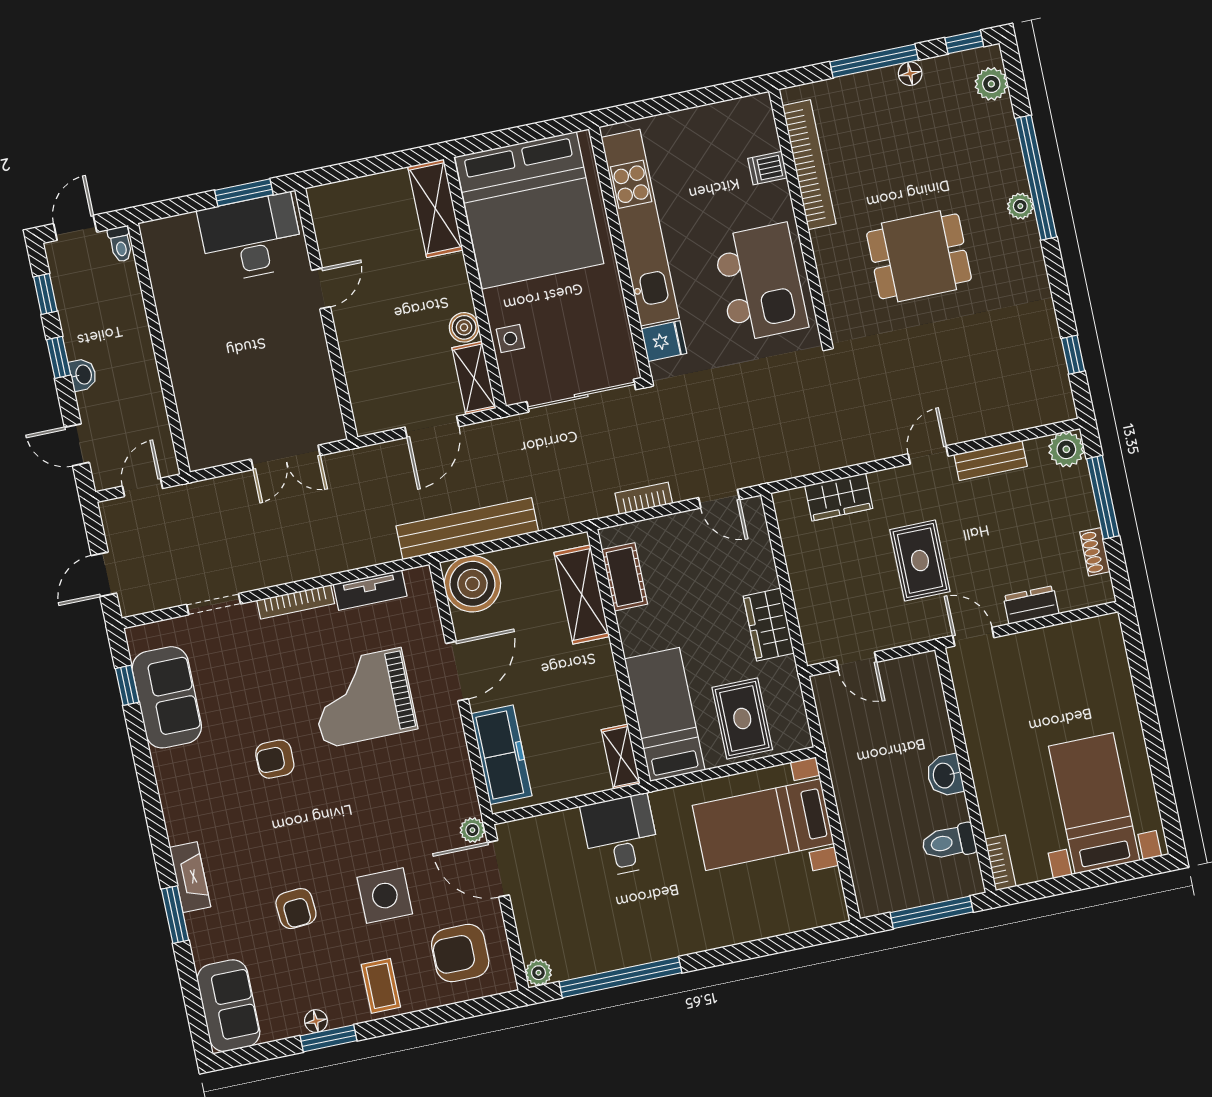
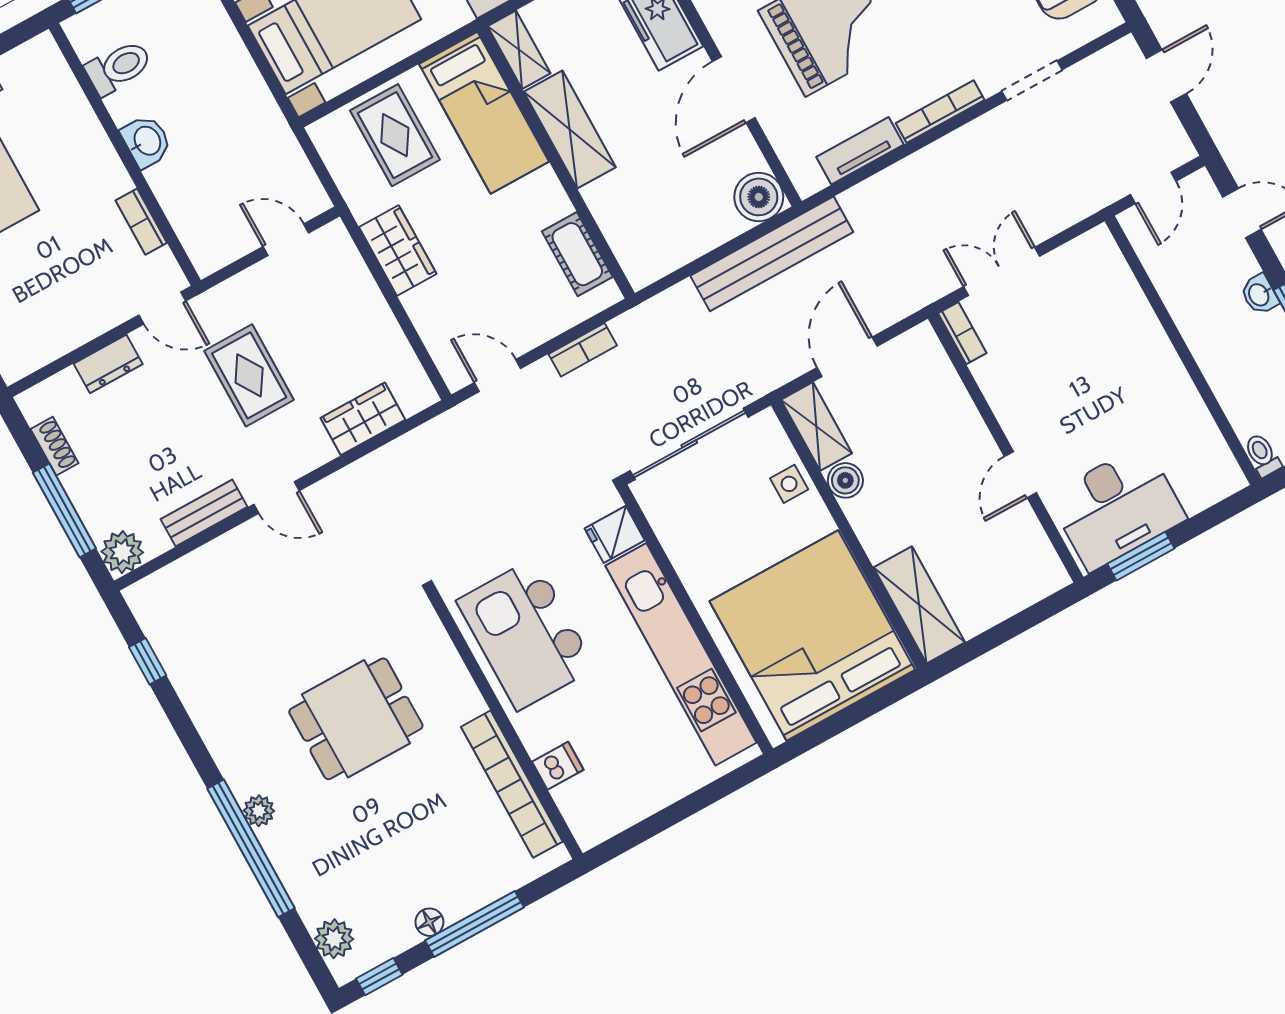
bookcase: (333, 417) -> (962, 333), added
door: (928, 455) -> (277, 498), hinge flipped
boiler: (472, 584) -> (759, 197), width x0.73, depth x0.73
shelving: (582, 595) -> (570, 129), moved
bookcase: (1000, 863) -> (141, 222), moved

